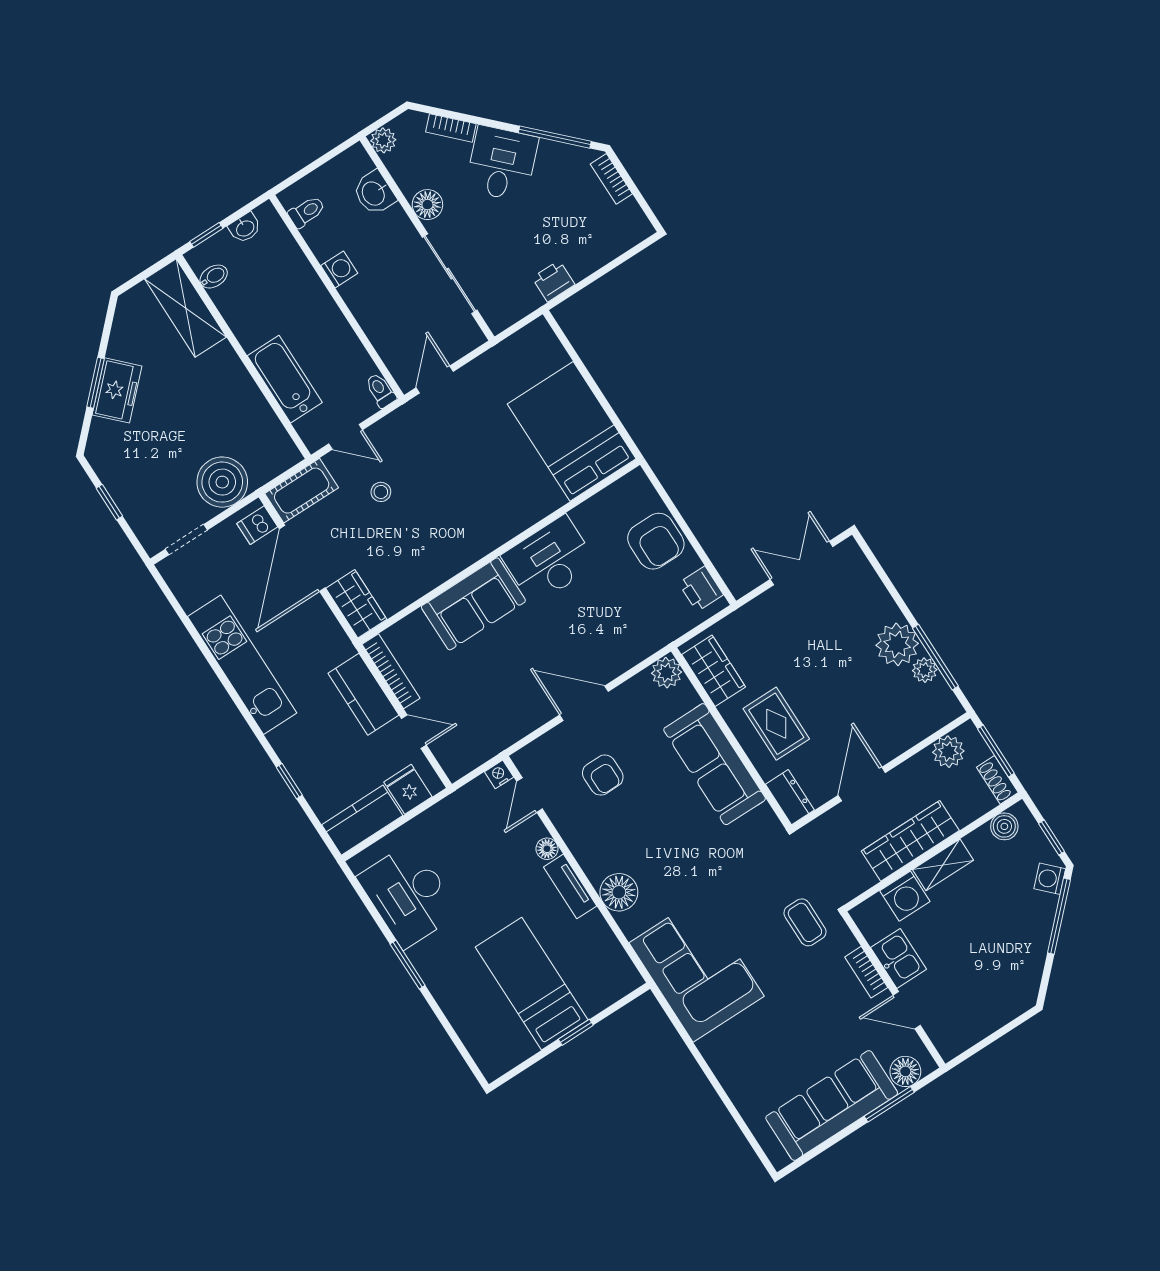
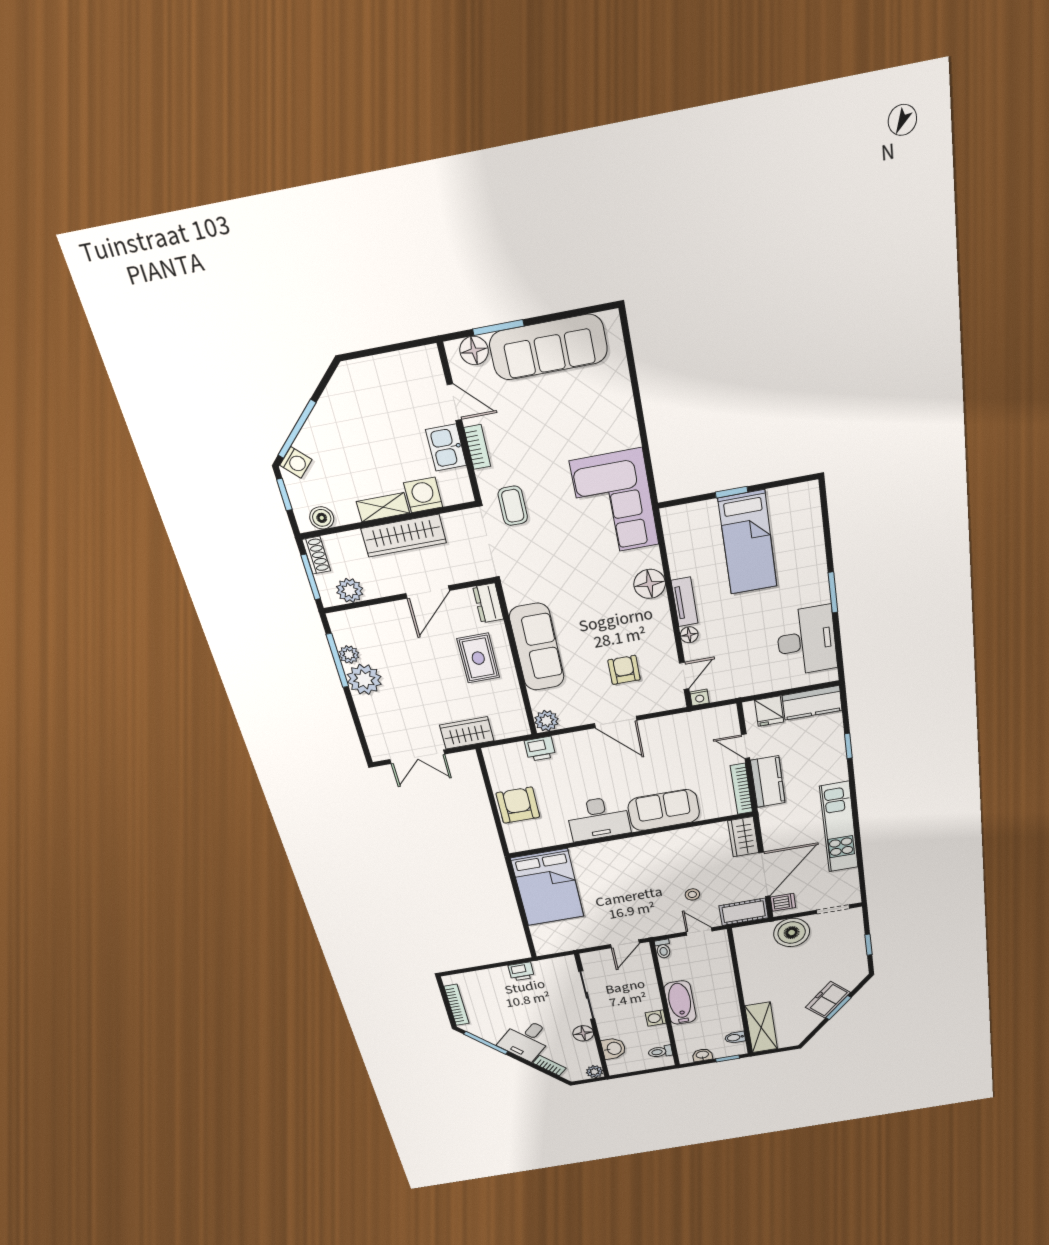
bookcase: (611, 179) -> (457, 1005), width x1.56
bathtub: (285, 379) -> (680, 1003), moved, turned 180
printer: (701, 589) -> (540, 749), moved, turned 90
wardrobe: (714, 671) -> (467, 733), moved, turned 90

